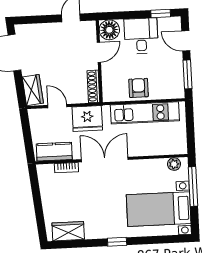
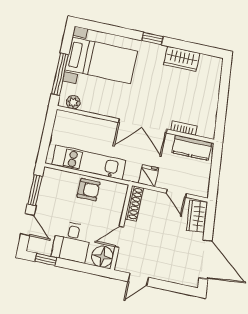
armchair: (139, 88) -> (89, 190), turned -90
fridge: (87, 119) -> (148, 176), width x0.53, depth x0.75
wardrobe: (68, 231) -> (182, 59), moved

